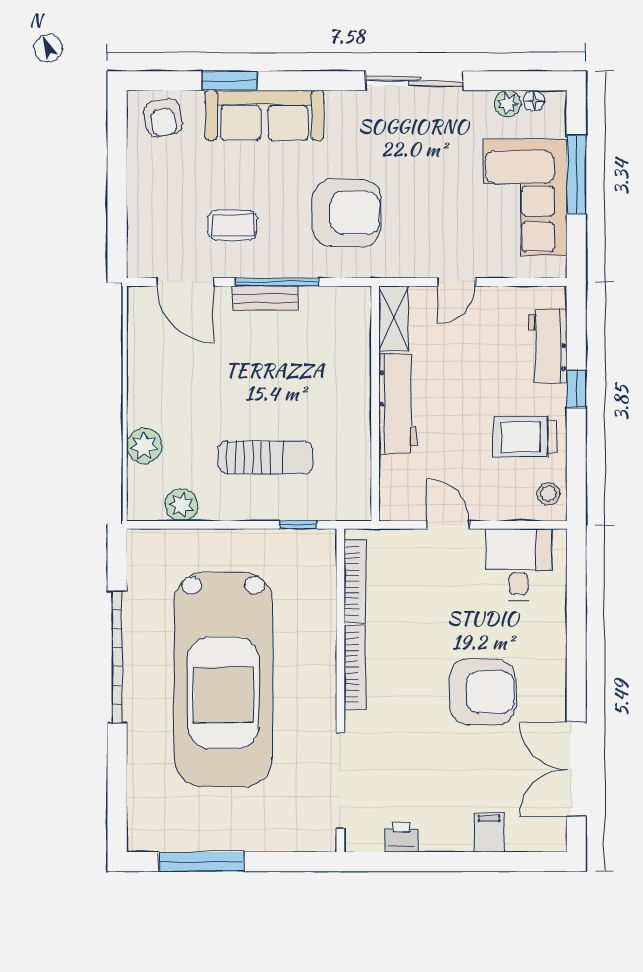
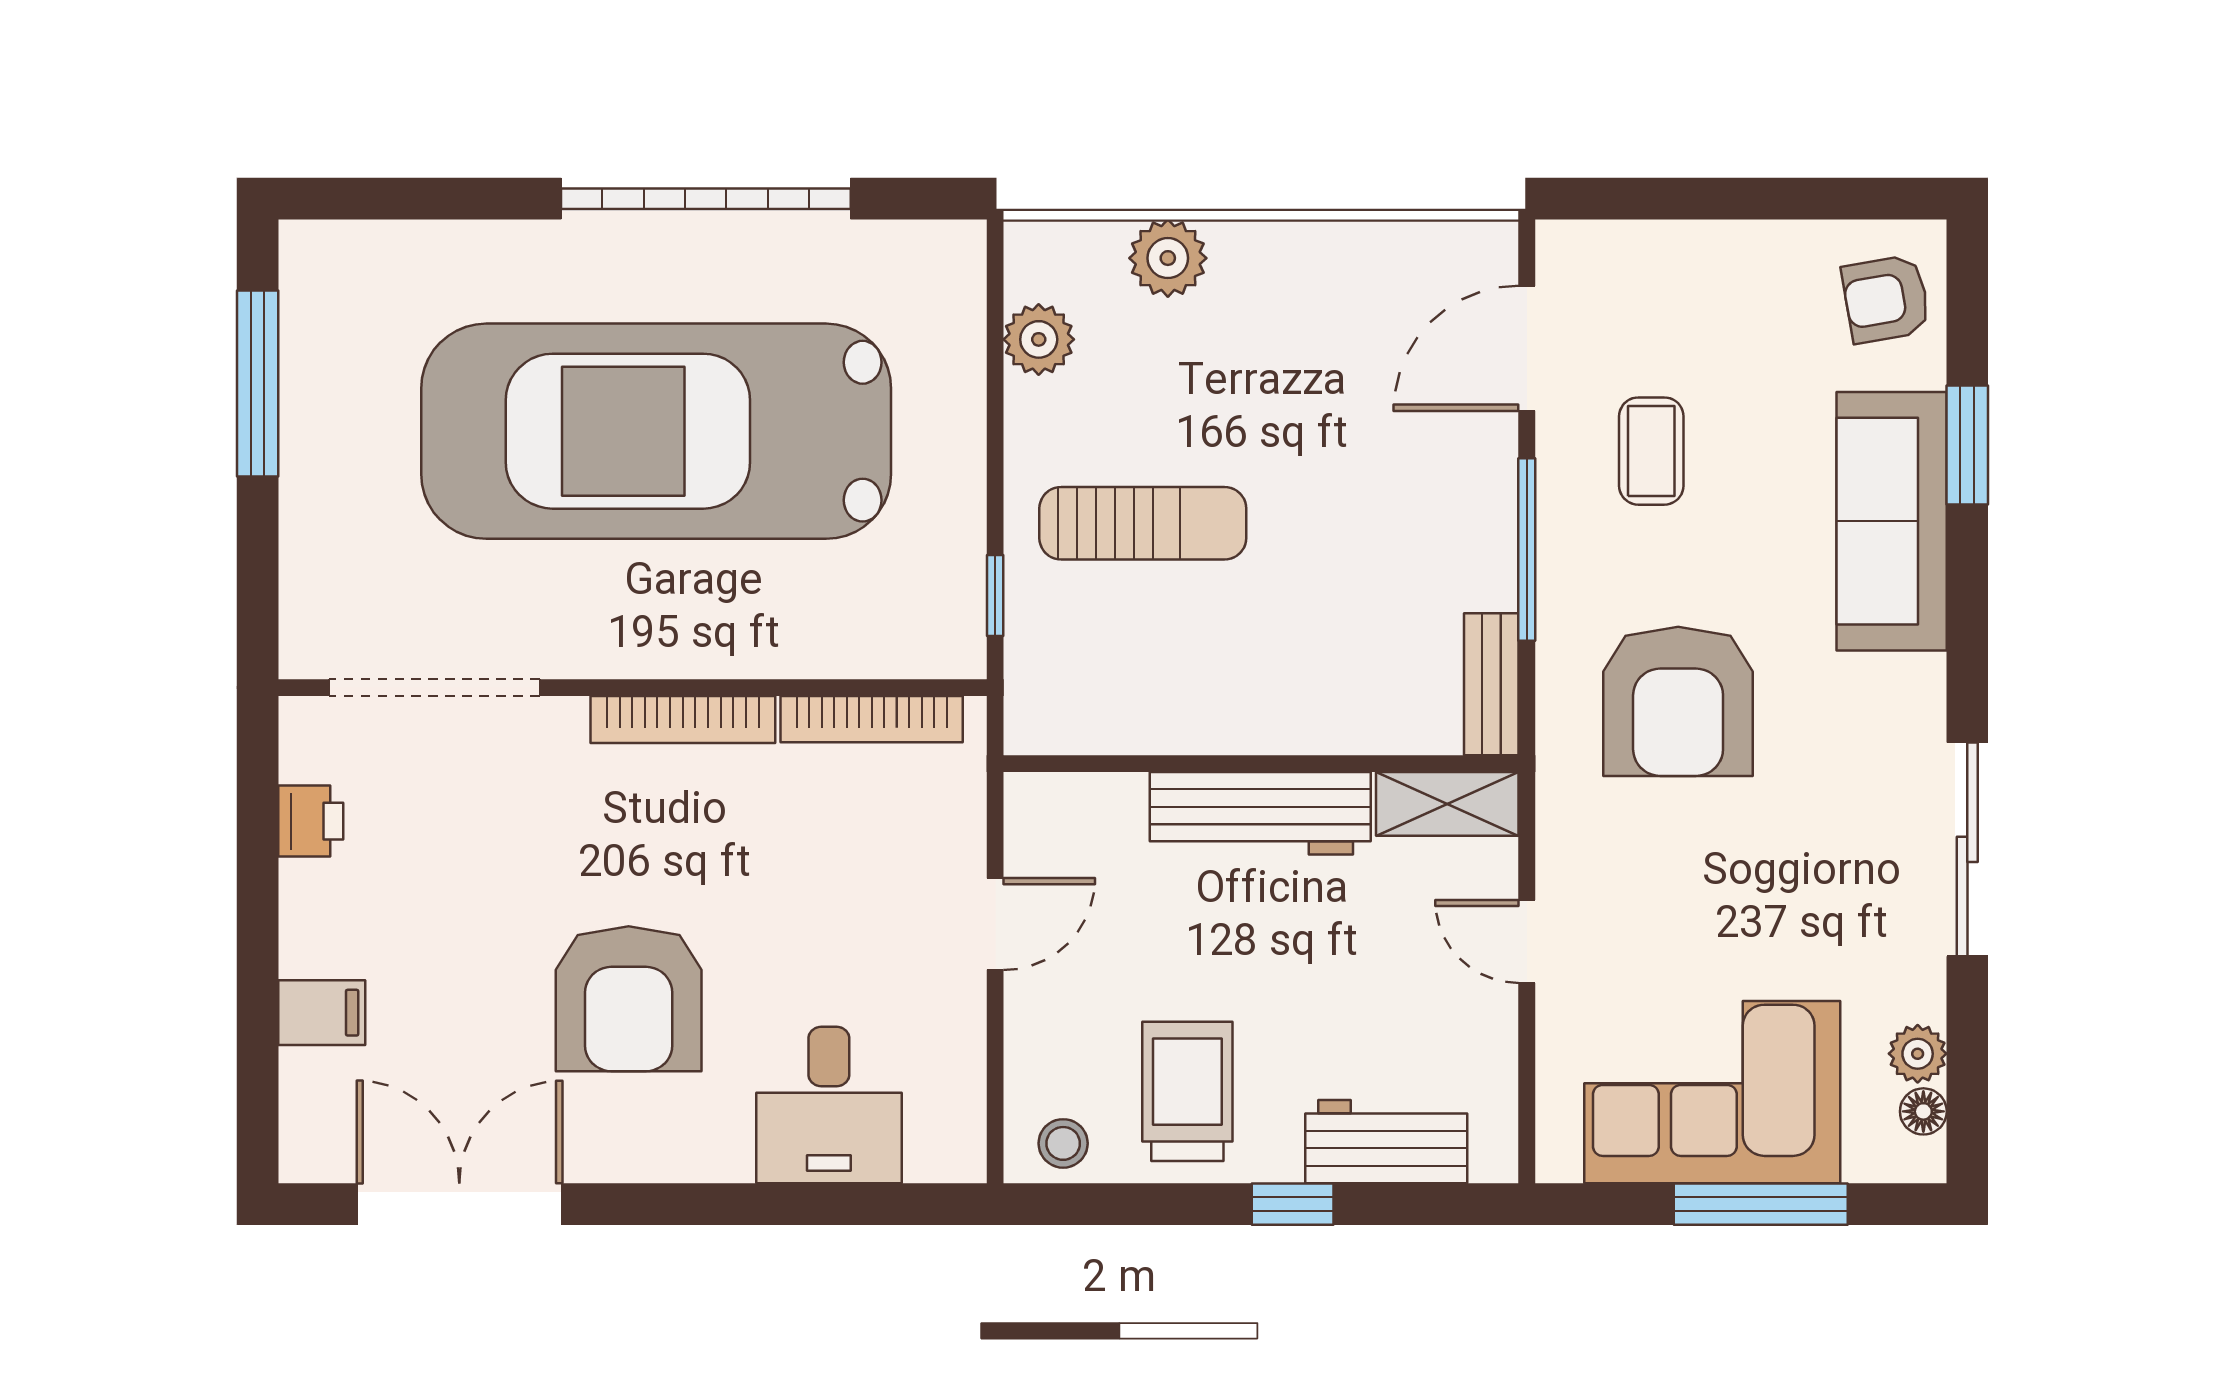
bench: (265, 298) -> (1491, 684), moved
sun lounger: (265, 457) -> (1143, 523), turned -90
desk: (519, 564) -> (829, 1105), moved, turned 90

